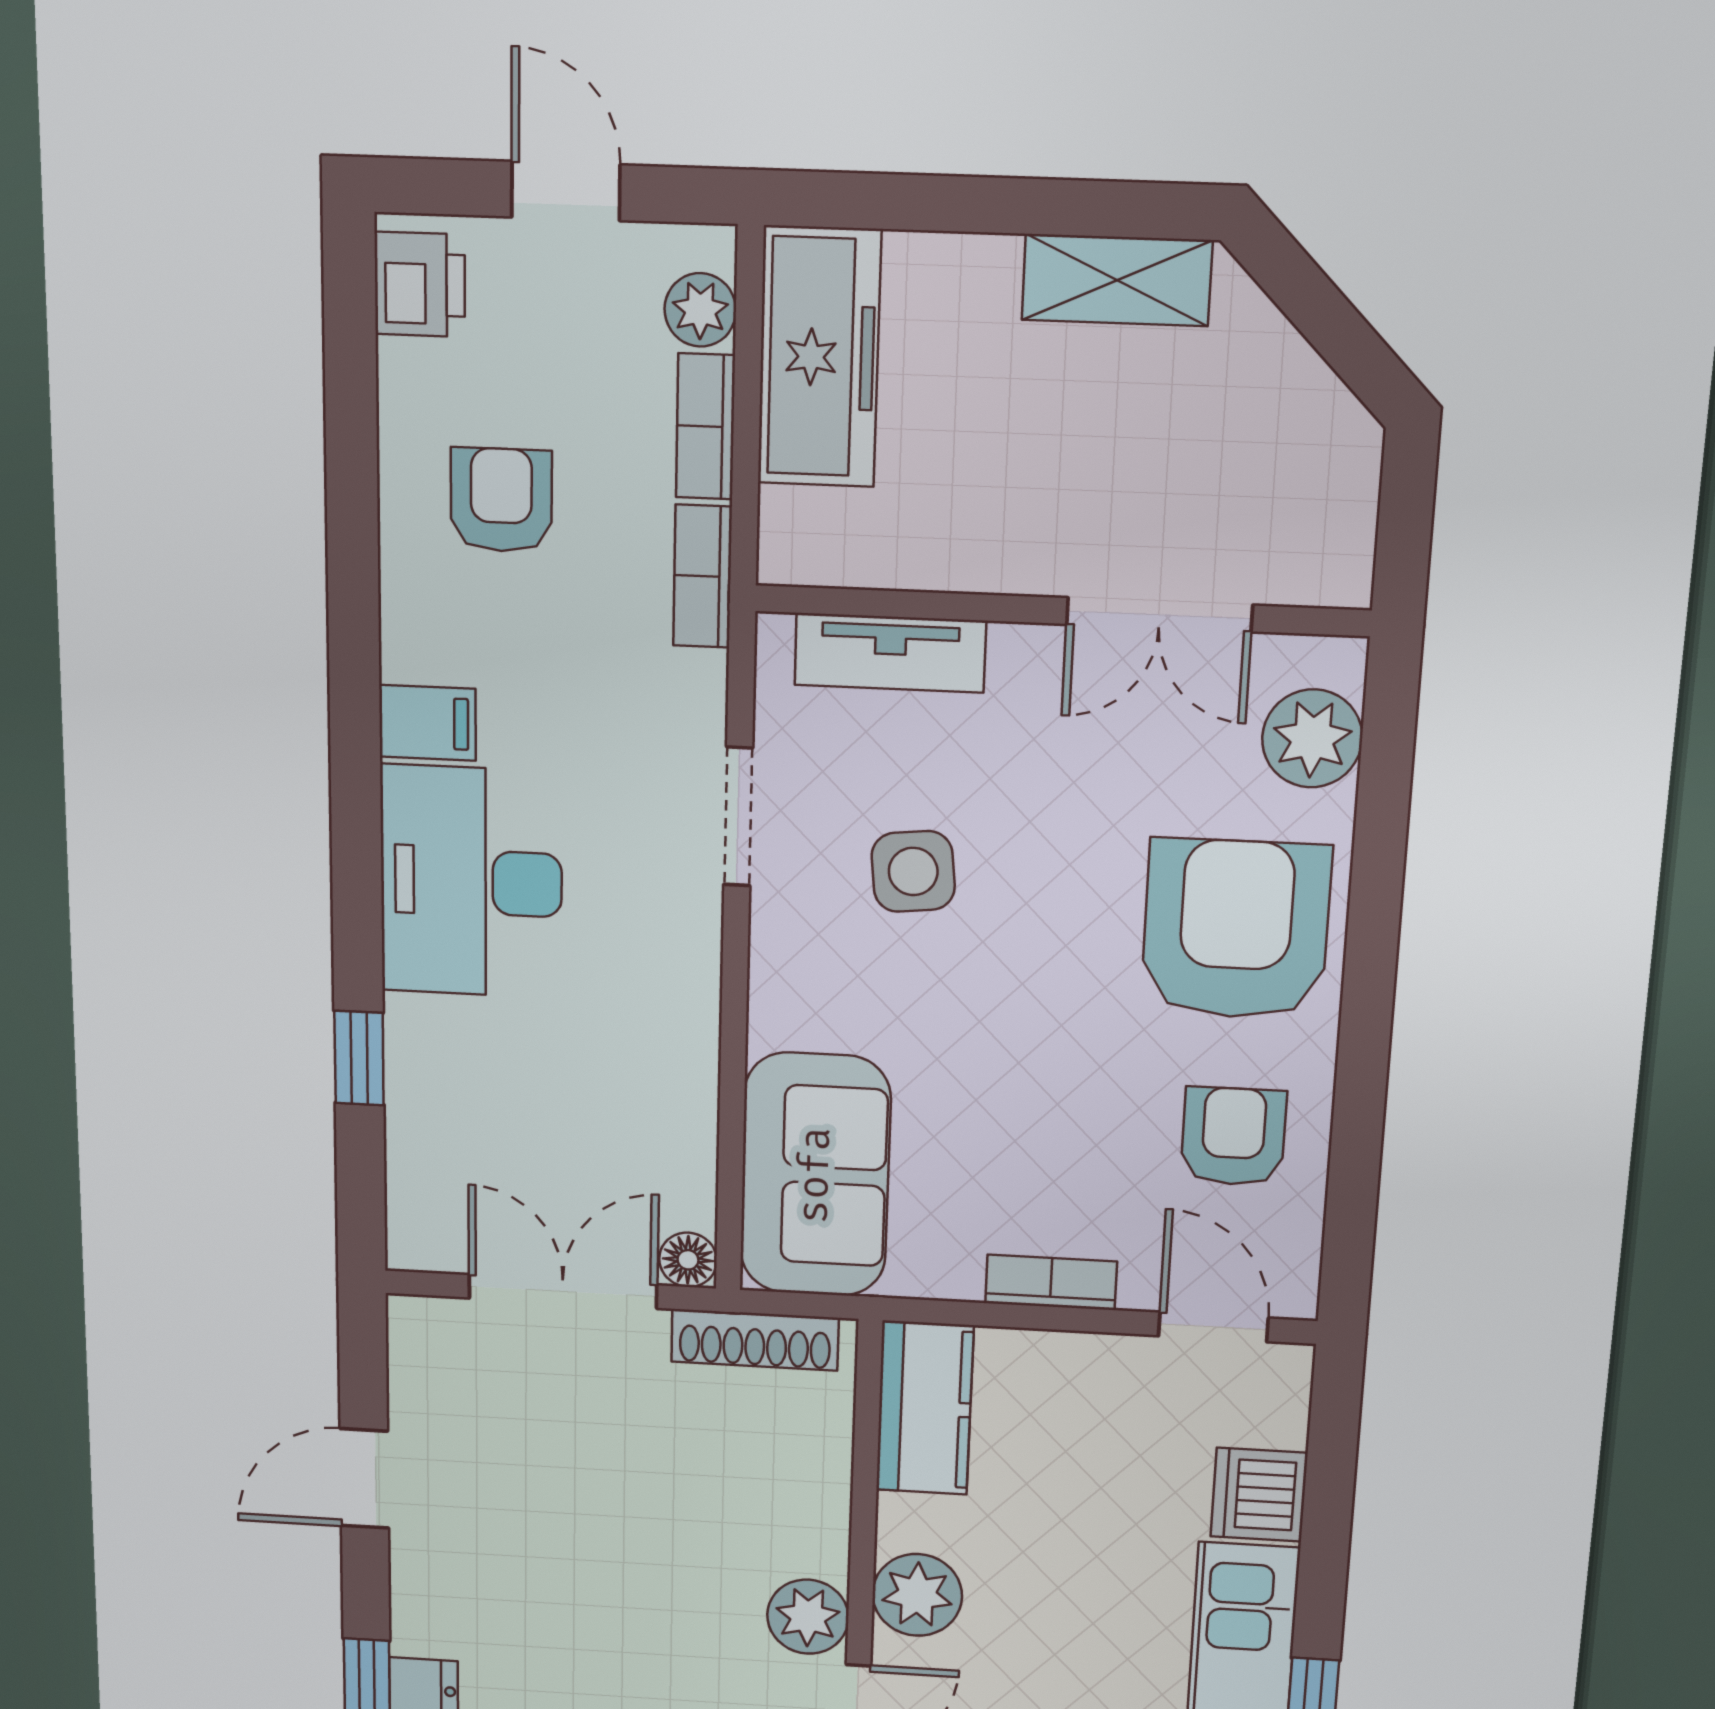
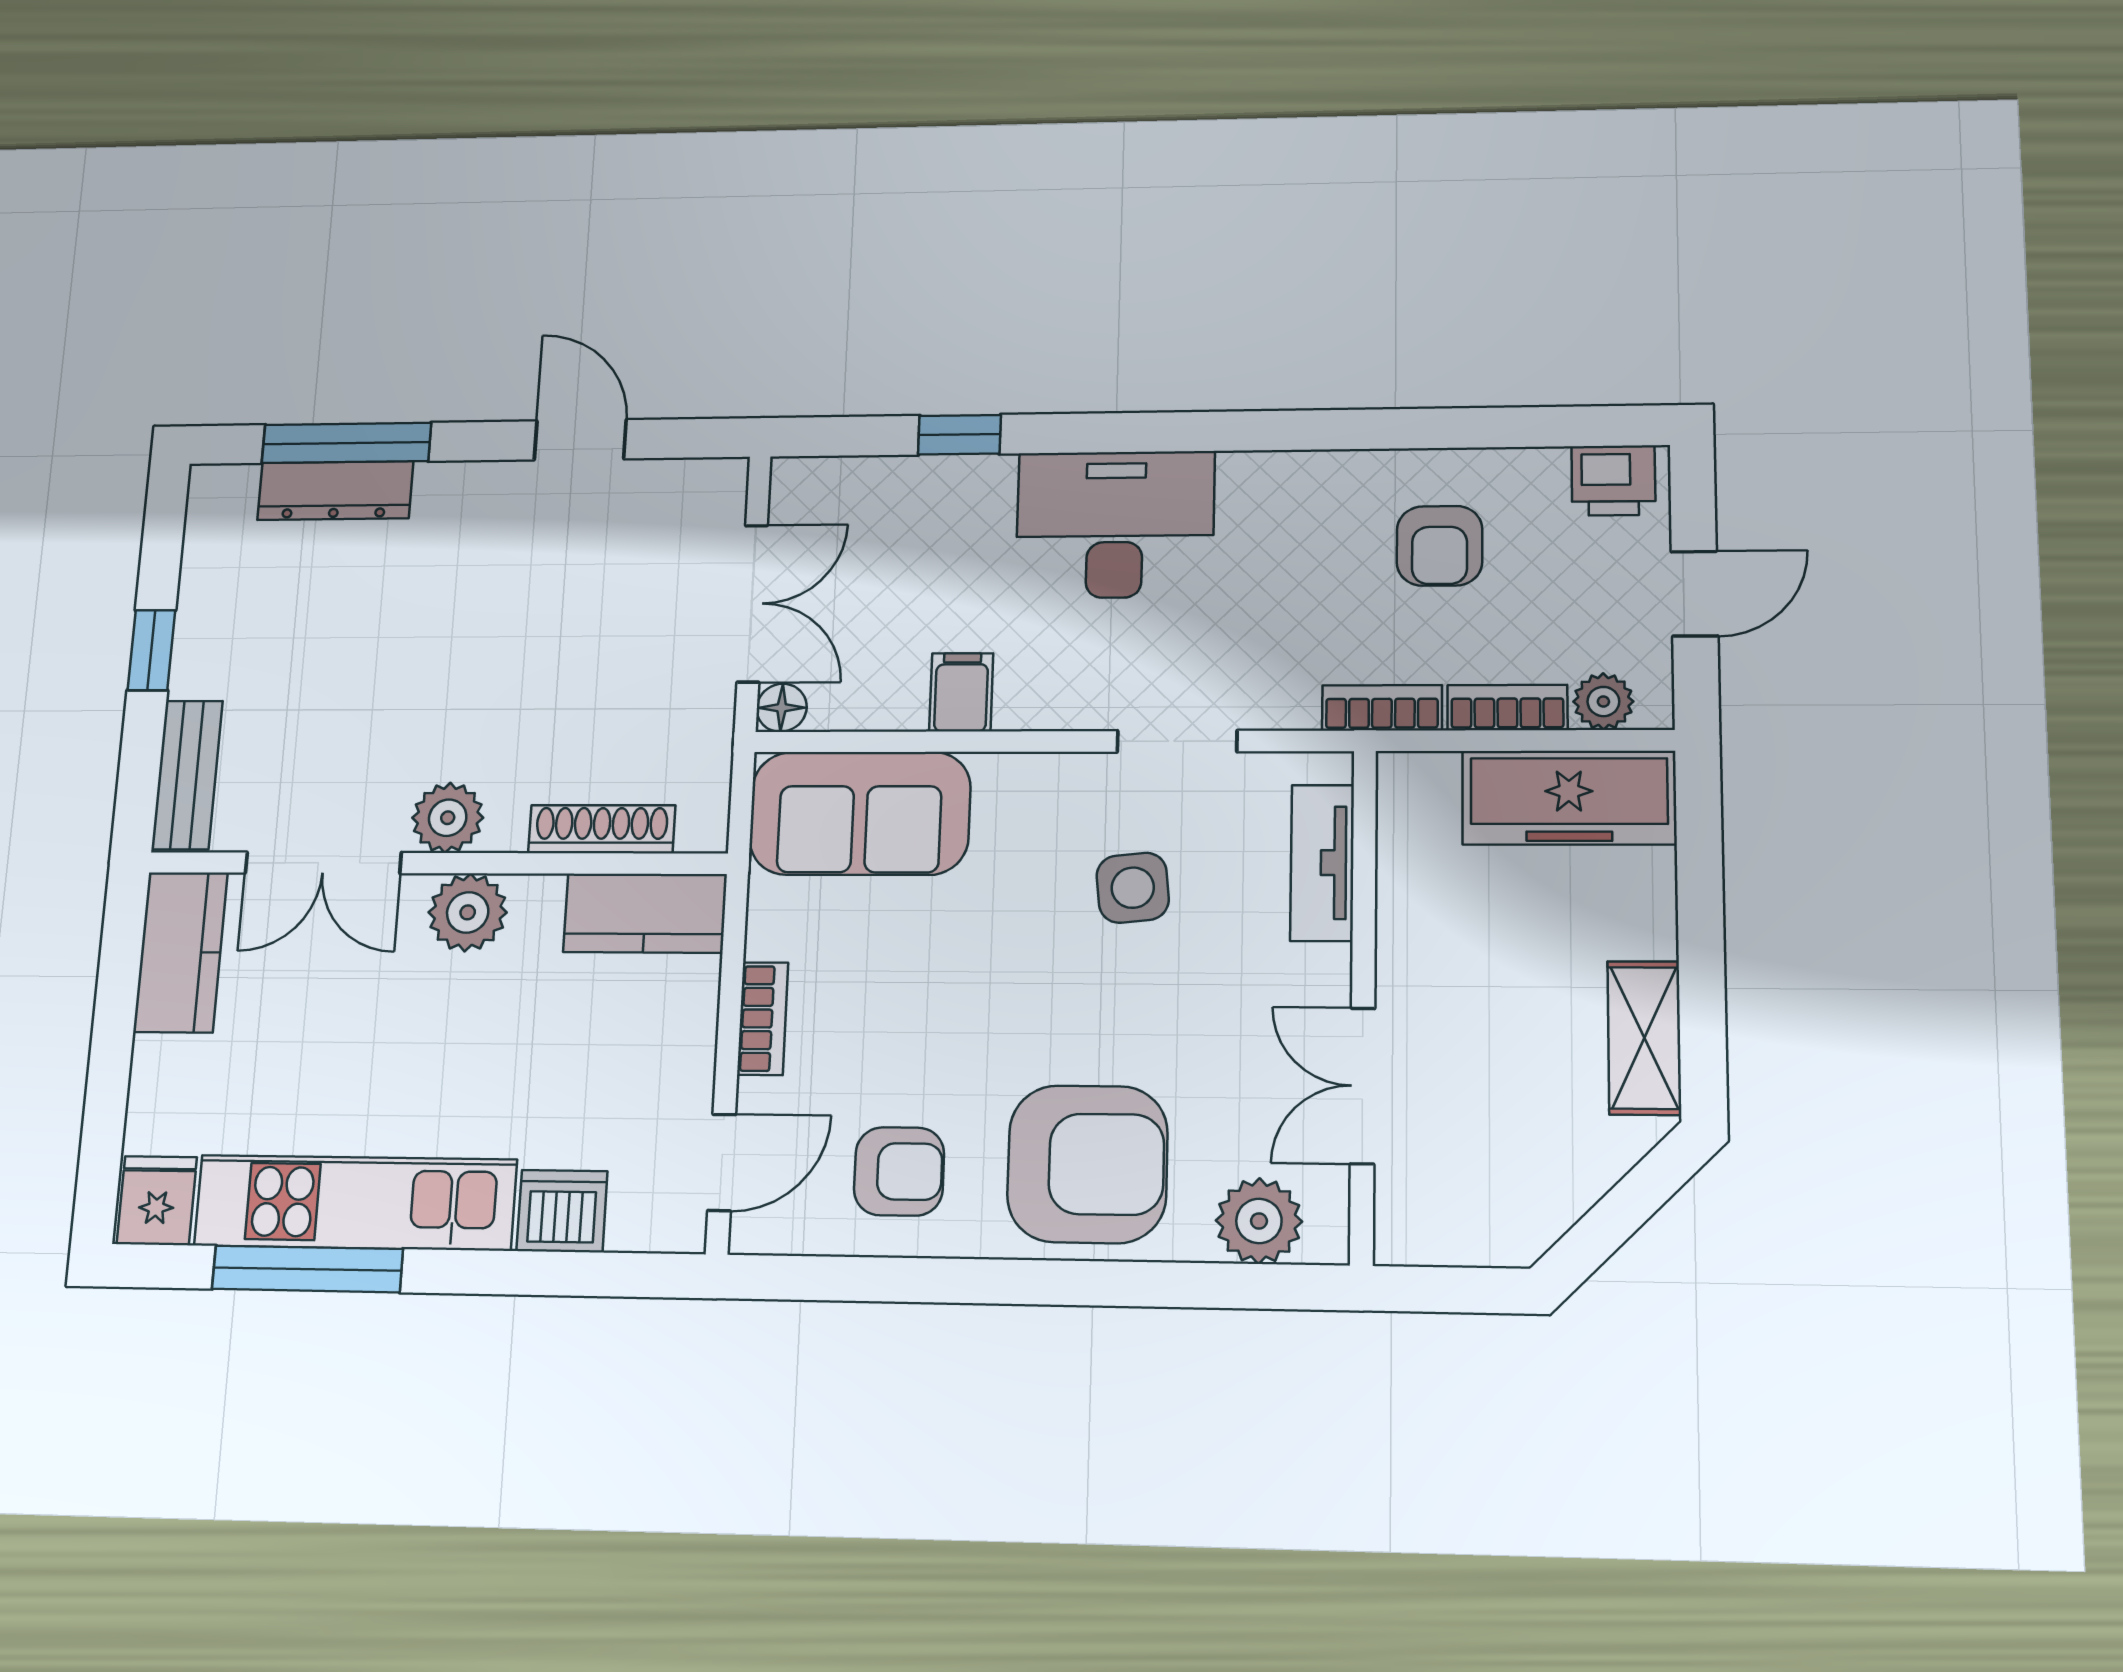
armchair: (501, 500) -> (1440, 546), turned 90
filing cabinet: (427, 723) -> (961, 692), moved, turned 180
shoe rack: (755, 1340) -> (602, 829), moved, turned 90

